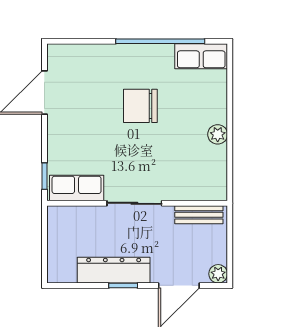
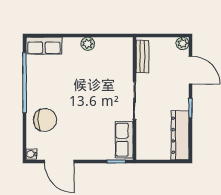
water cooler: (55, 51) -> (31, 154), added
row of seats: (201, 56) -> (44, 46), moved, turned 90
chair: (140, 106) -> (45, 120), moved, turned -90
dresser: (114, 270) -> (180, 135), moved

